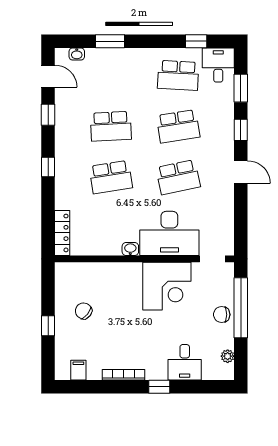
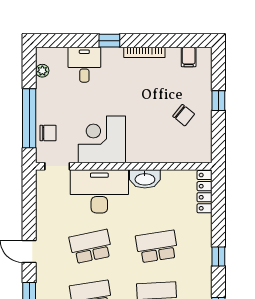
washbasin: (130, 249) -> (145, 179), width x1.91, depth x1.45
chair: (222, 315) -> (48, 133), moved

